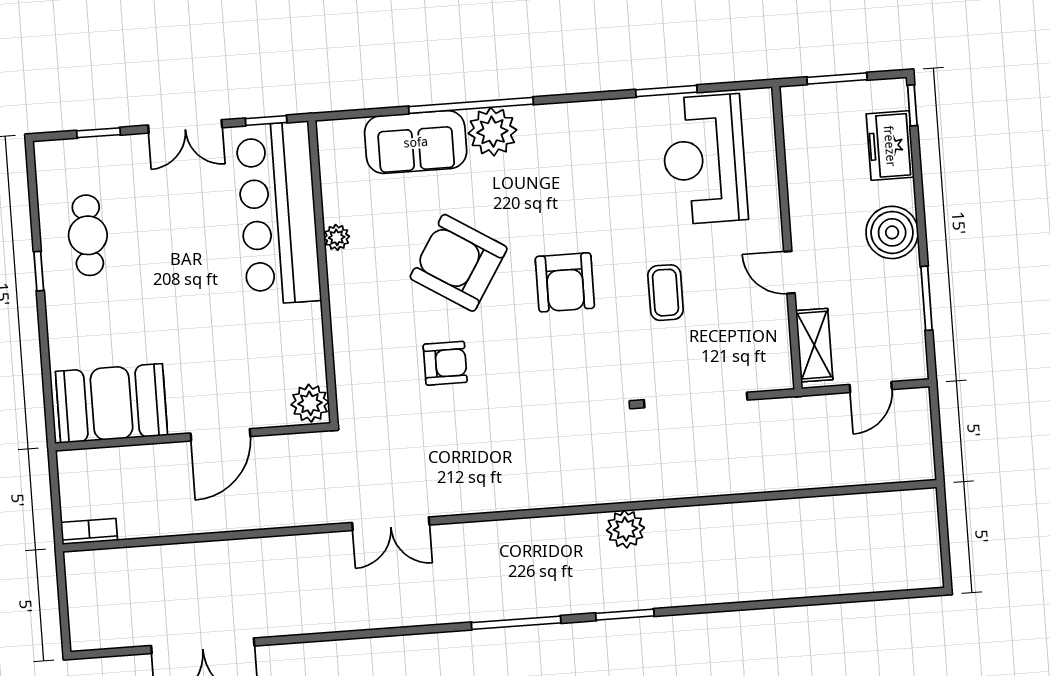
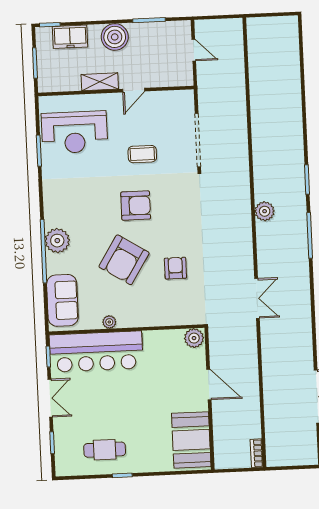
sofa: (416, 142) -> (62, 300), moved
shelving: (814, 345) -> (100, 82), moved
plant: (626, 529) -> (265, 211), moved

